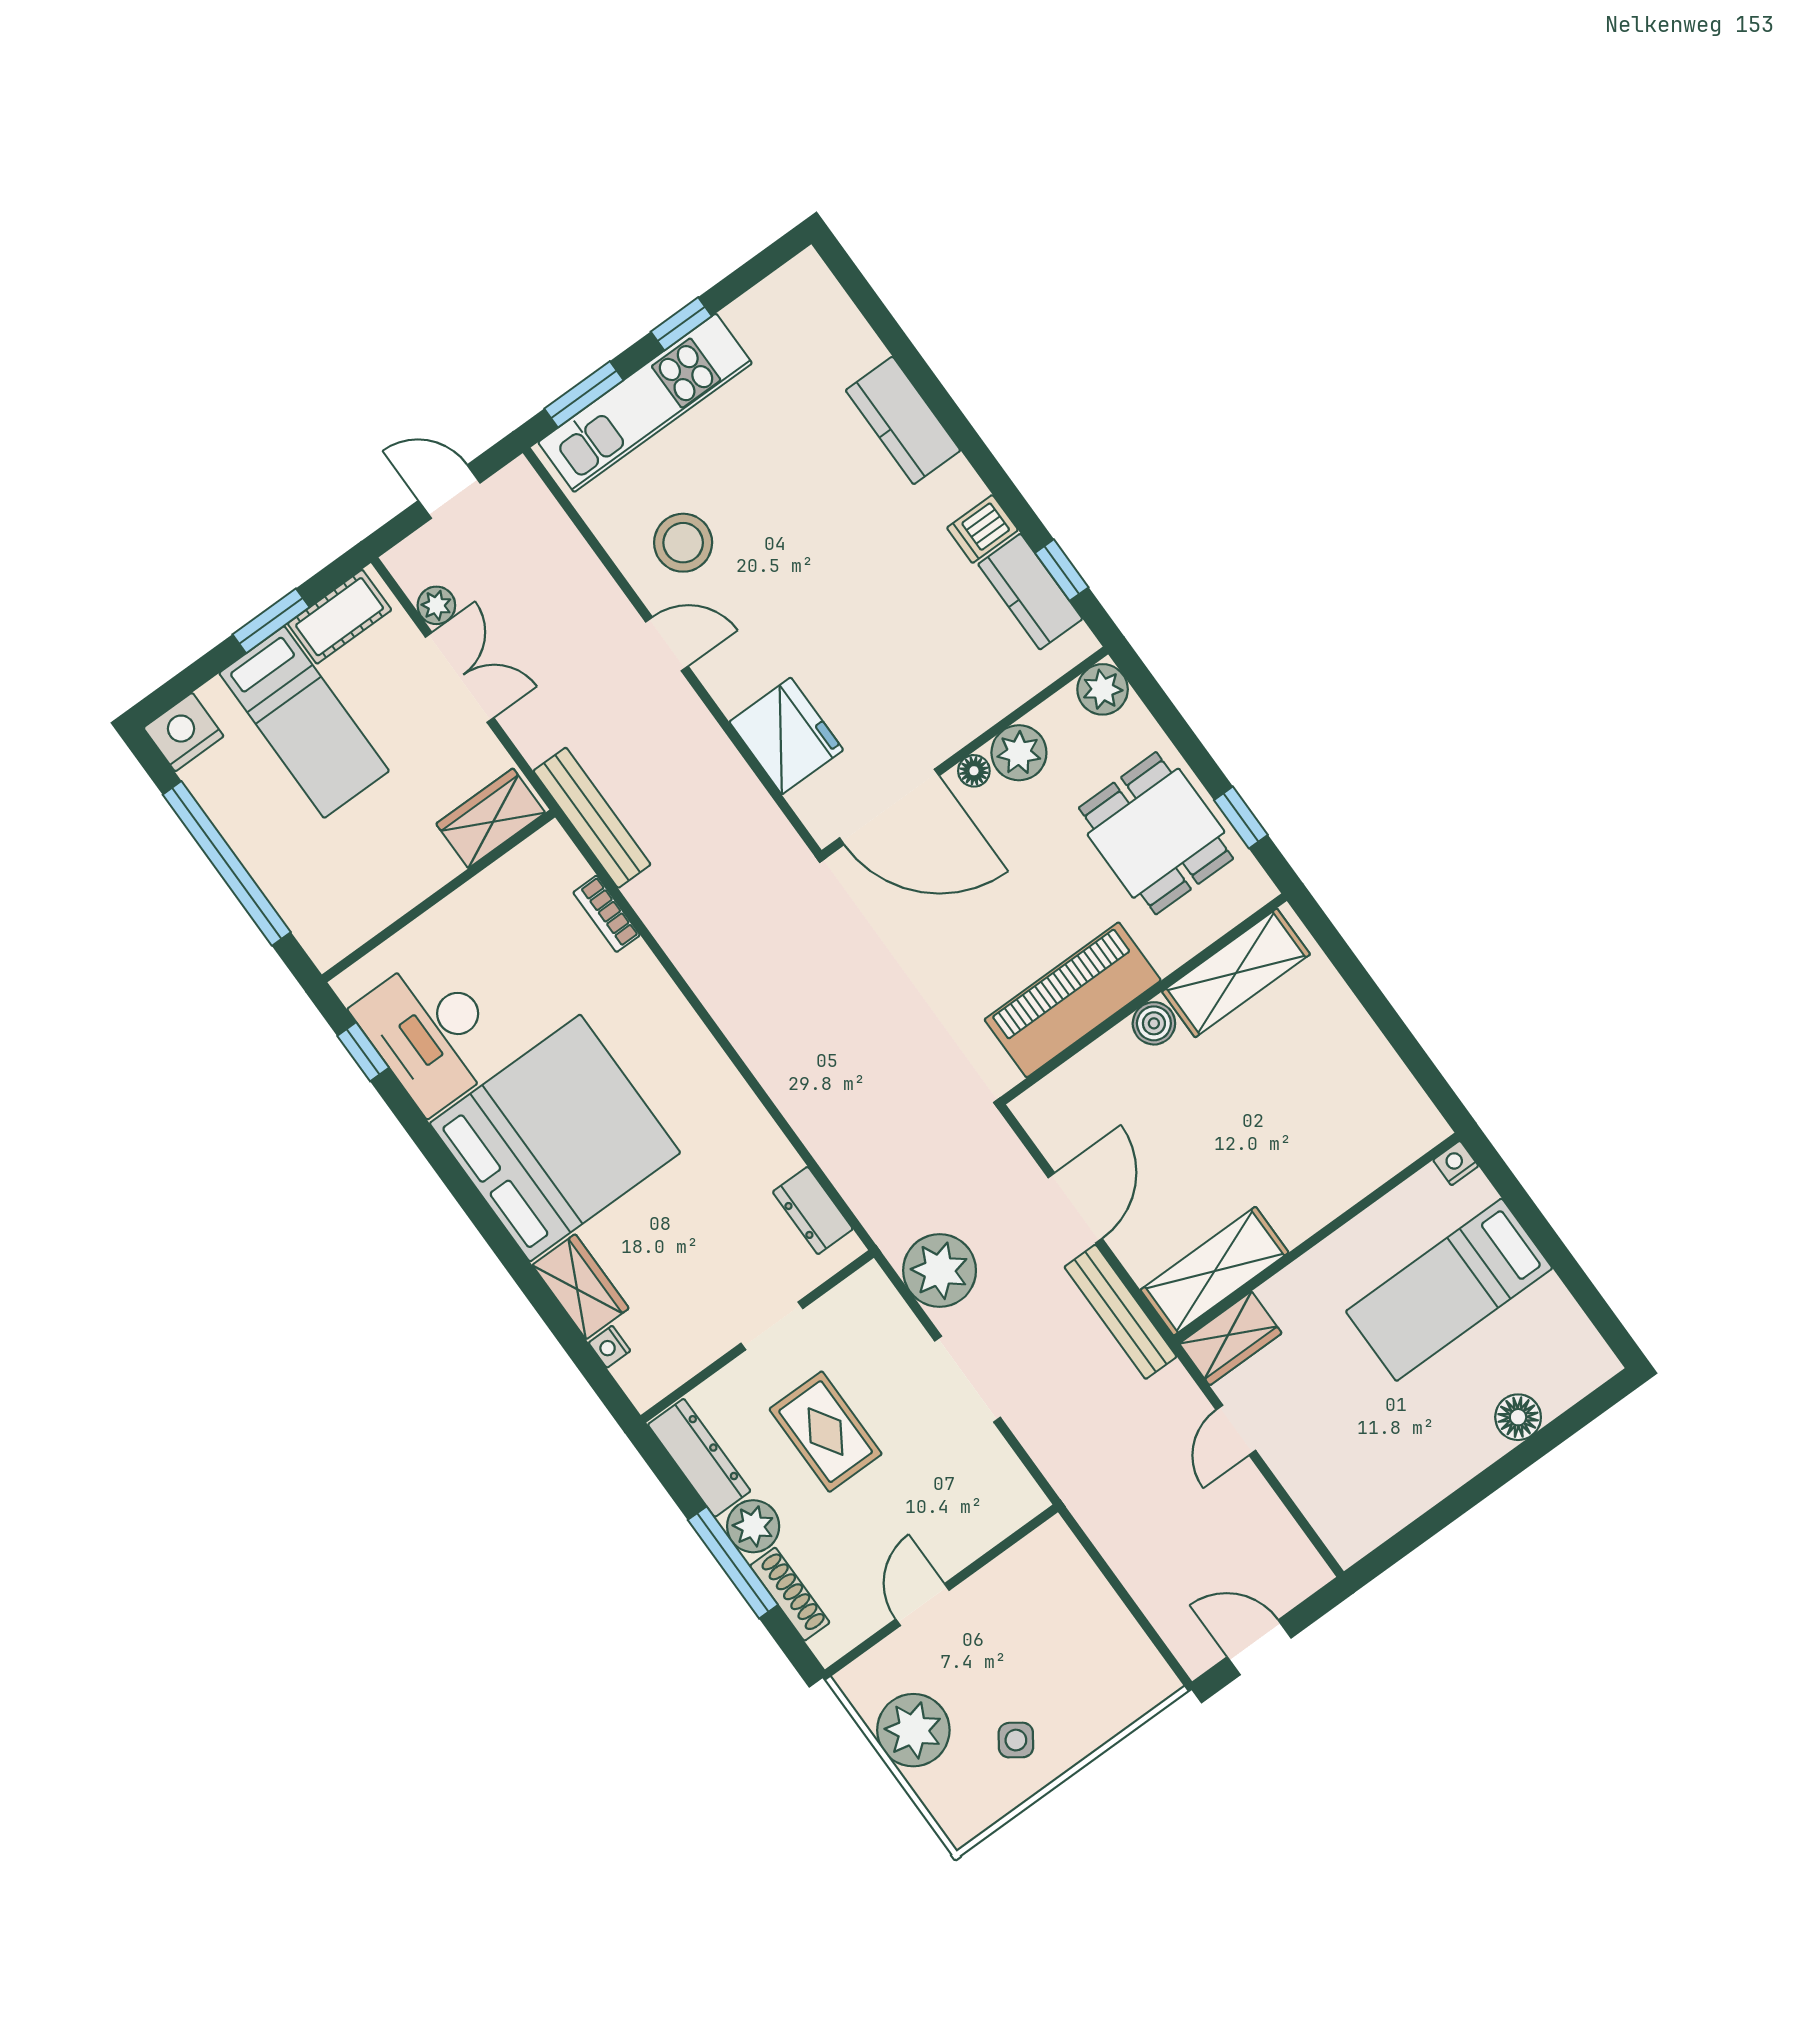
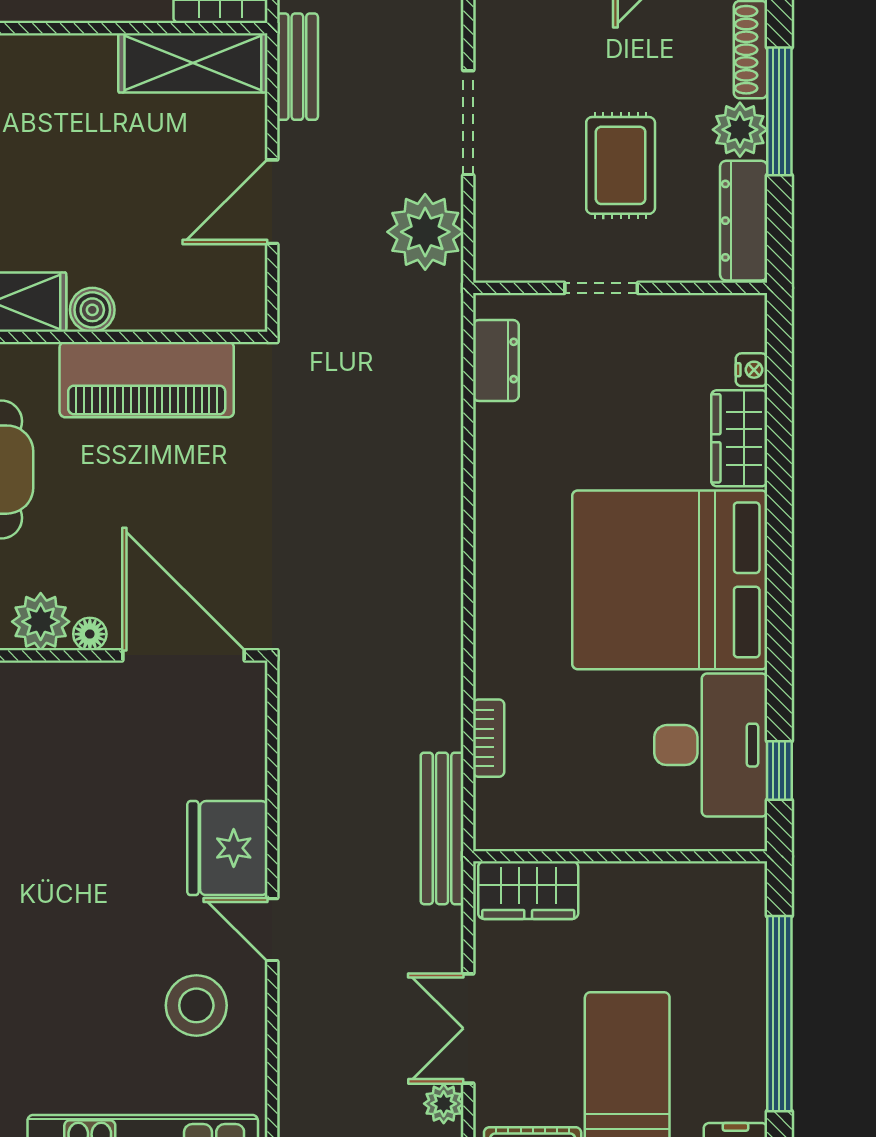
fridge: (786, 736) -> (227, 848), moved
bench: (1120, 1312) -> (297, 67), width x0.73

